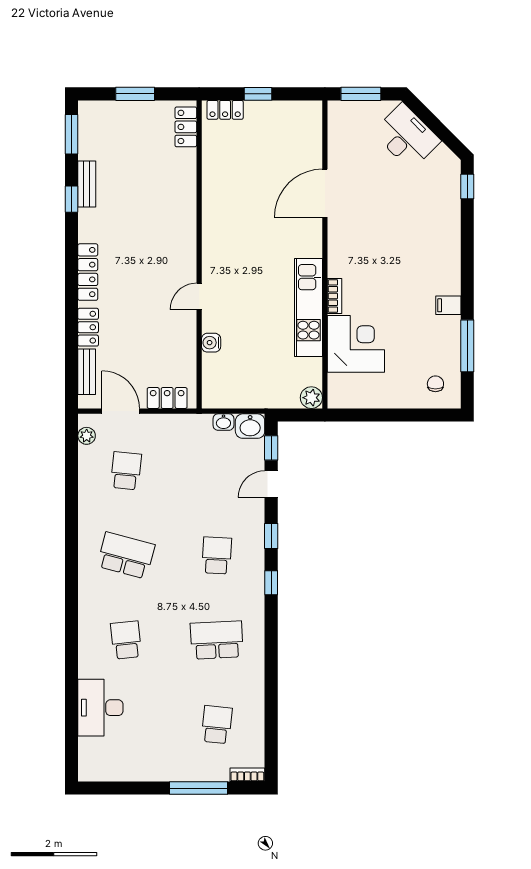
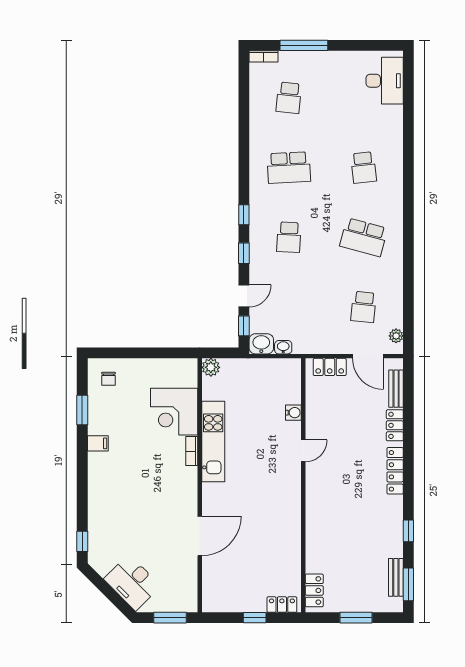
bench: (87, 184) -> (396, 577), moved
window: (467, 346) -> (82, 410), width x0.69
desk: (100, 708) -> (385, 81), moved

